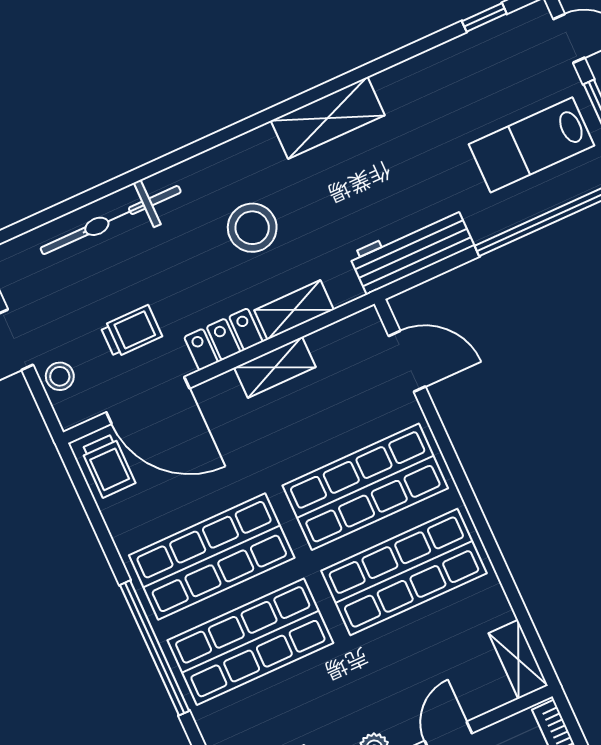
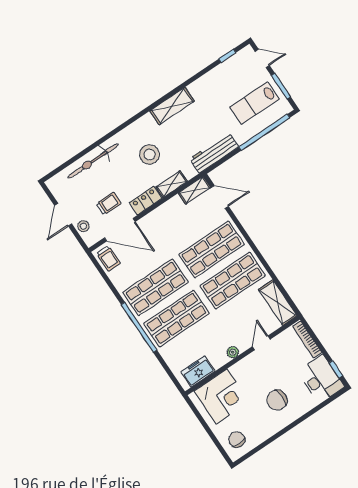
shelving: (275, 367) -> (194, 190), moved
shelving: (518, 659) -> (278, 303), width x1.50, depth x1.33

